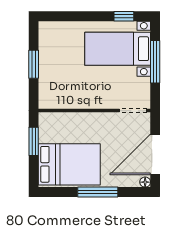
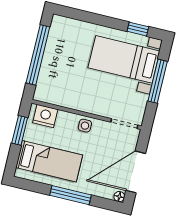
window: (34, 64) -> (38, 55), width x2.11
nightstand: (55, 122) -> (45, 116), added
side table: (95, 122) -> (85, 126), added
bed: (69, 164) -> (49, 161), width x0.67

